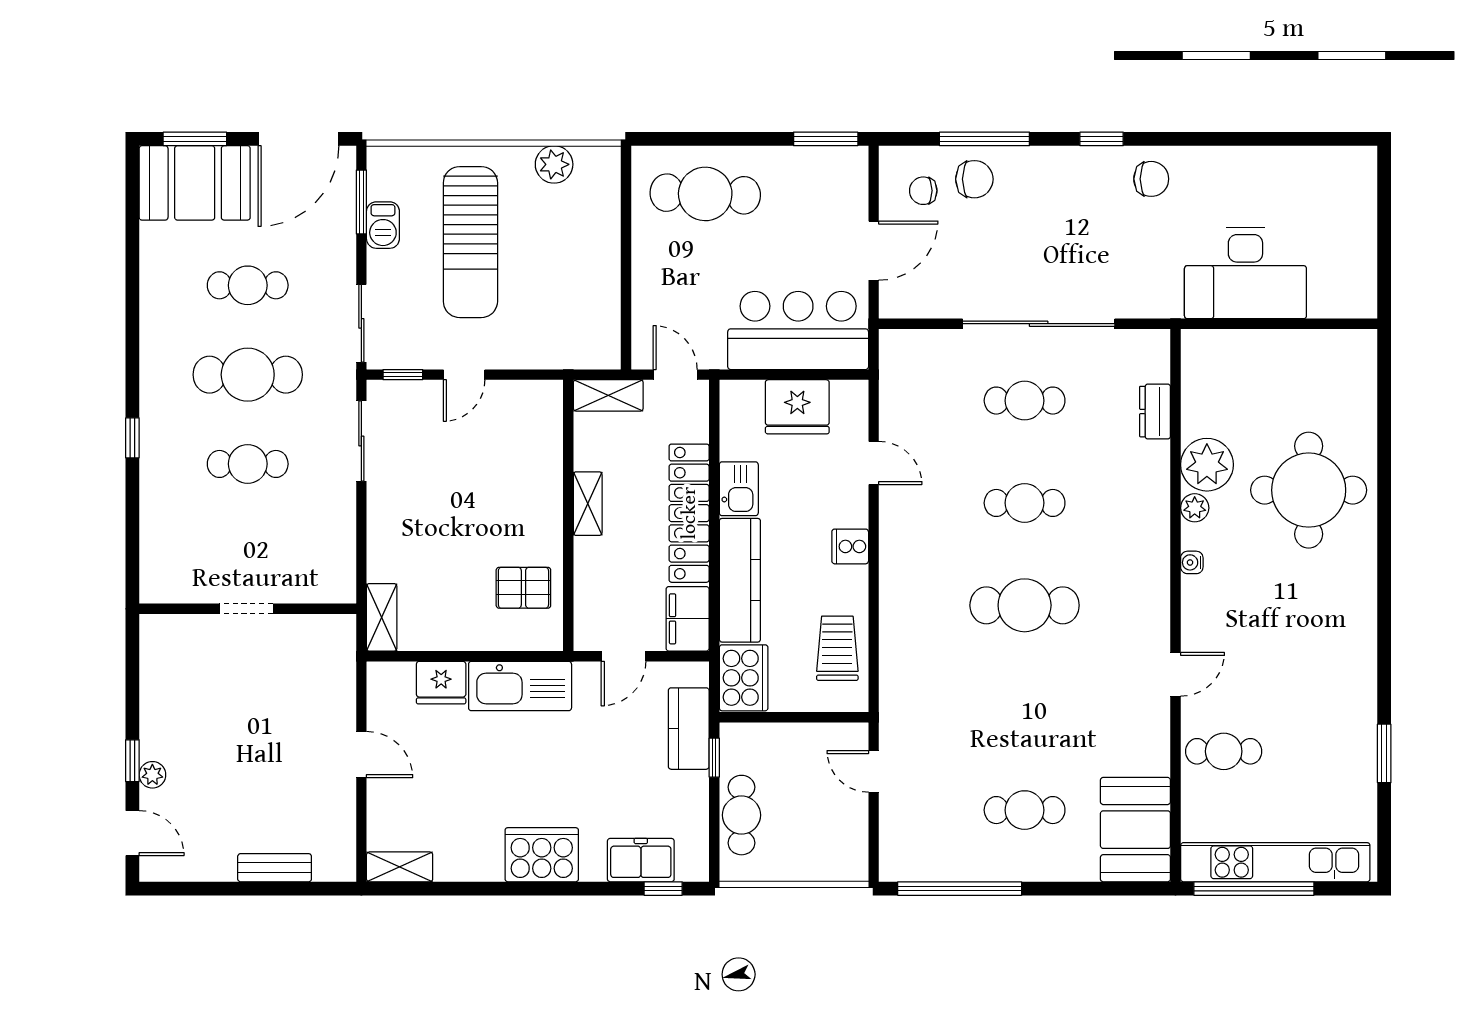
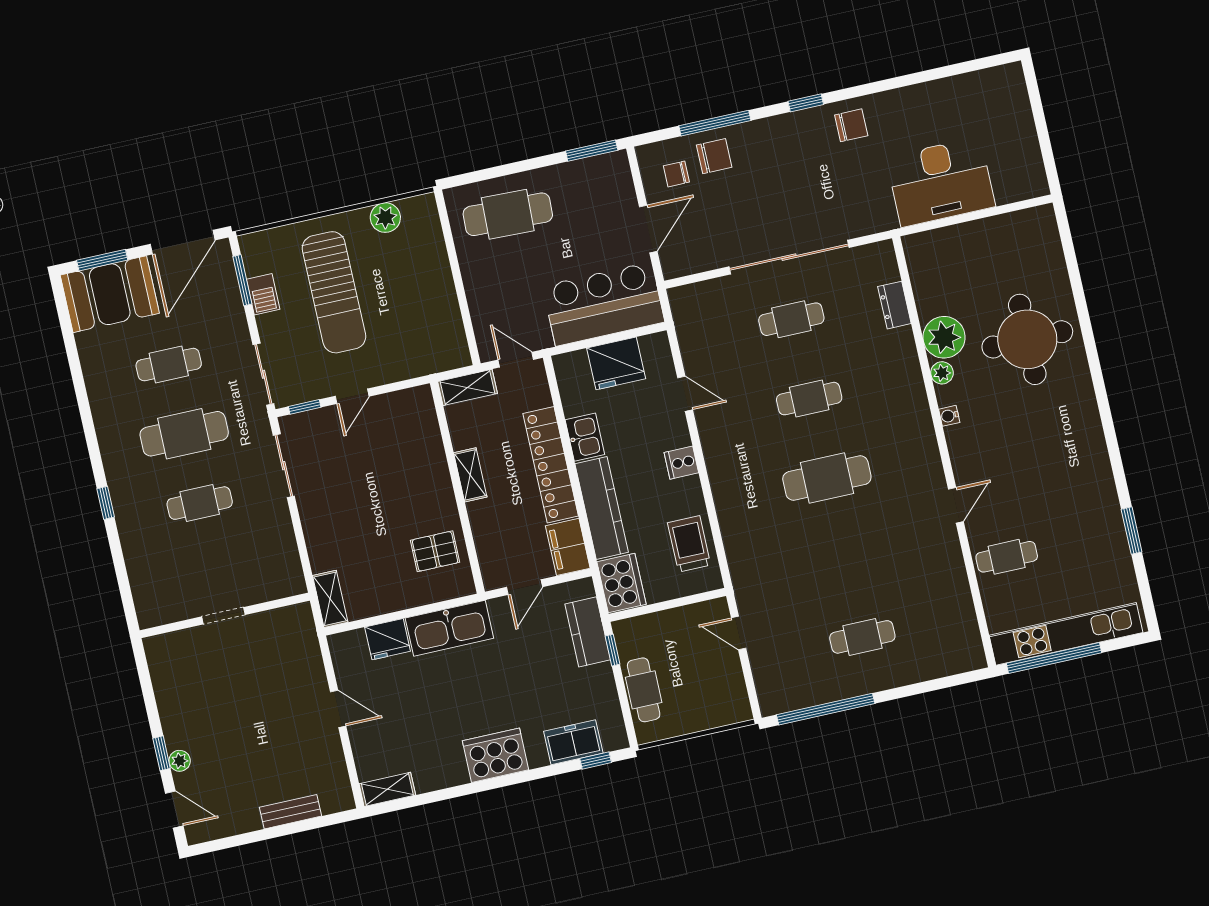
booth: (1135, 830) -> (952, 633), removed

